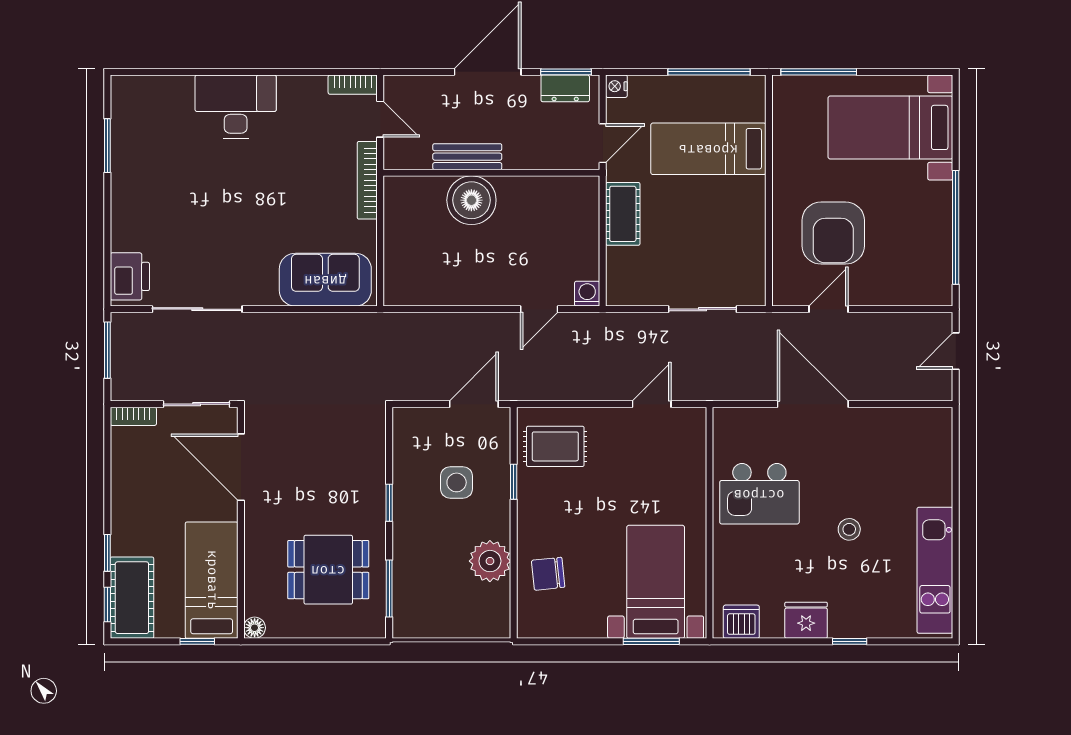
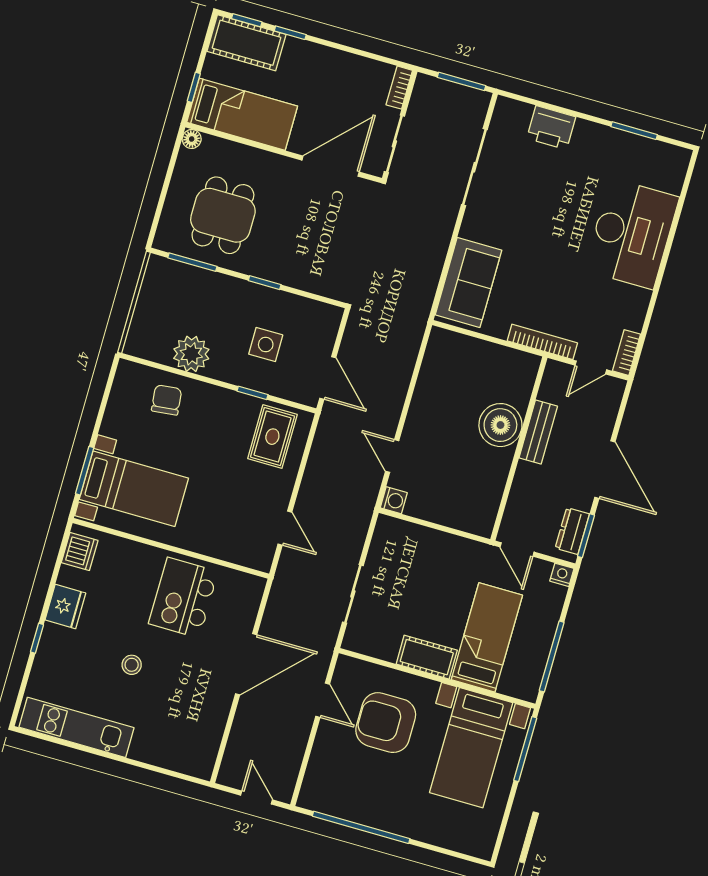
desk: (236, 107) -> (632, 234), width x1.36, depth x1.30
bed with nightstands: (890, 127) -> (471, 748), moved, turned 180
cot: (623, 214) -> (427, 657), moved
printer: (130, 276) -> (551, 128), moved

